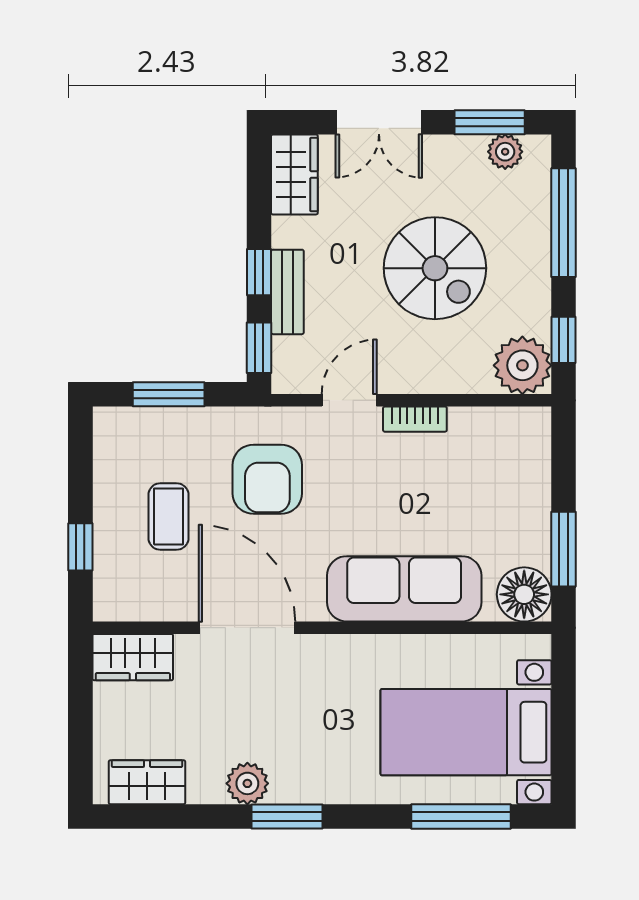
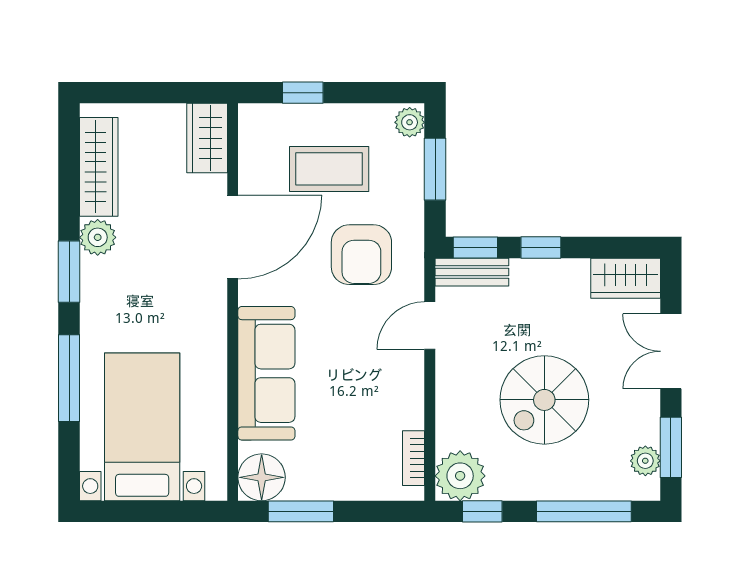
bench: (287, 292) -> (472, 272), moved
door: (349, 400) -> (430, 326), swing flipped
bookcase: (415, 419) -> (414, 458), moved
plant: (115, 424) -> (410, 122), added
armchair: (267, 479) -> (361, 255), turned -90
coffee table: (168, 516) -> (329, 169), width x1.36, depth x1.30
wardrobe: (147, 782) -> (99, 167), width x1.50
window: (461, 816) -> (69, 378), moved

